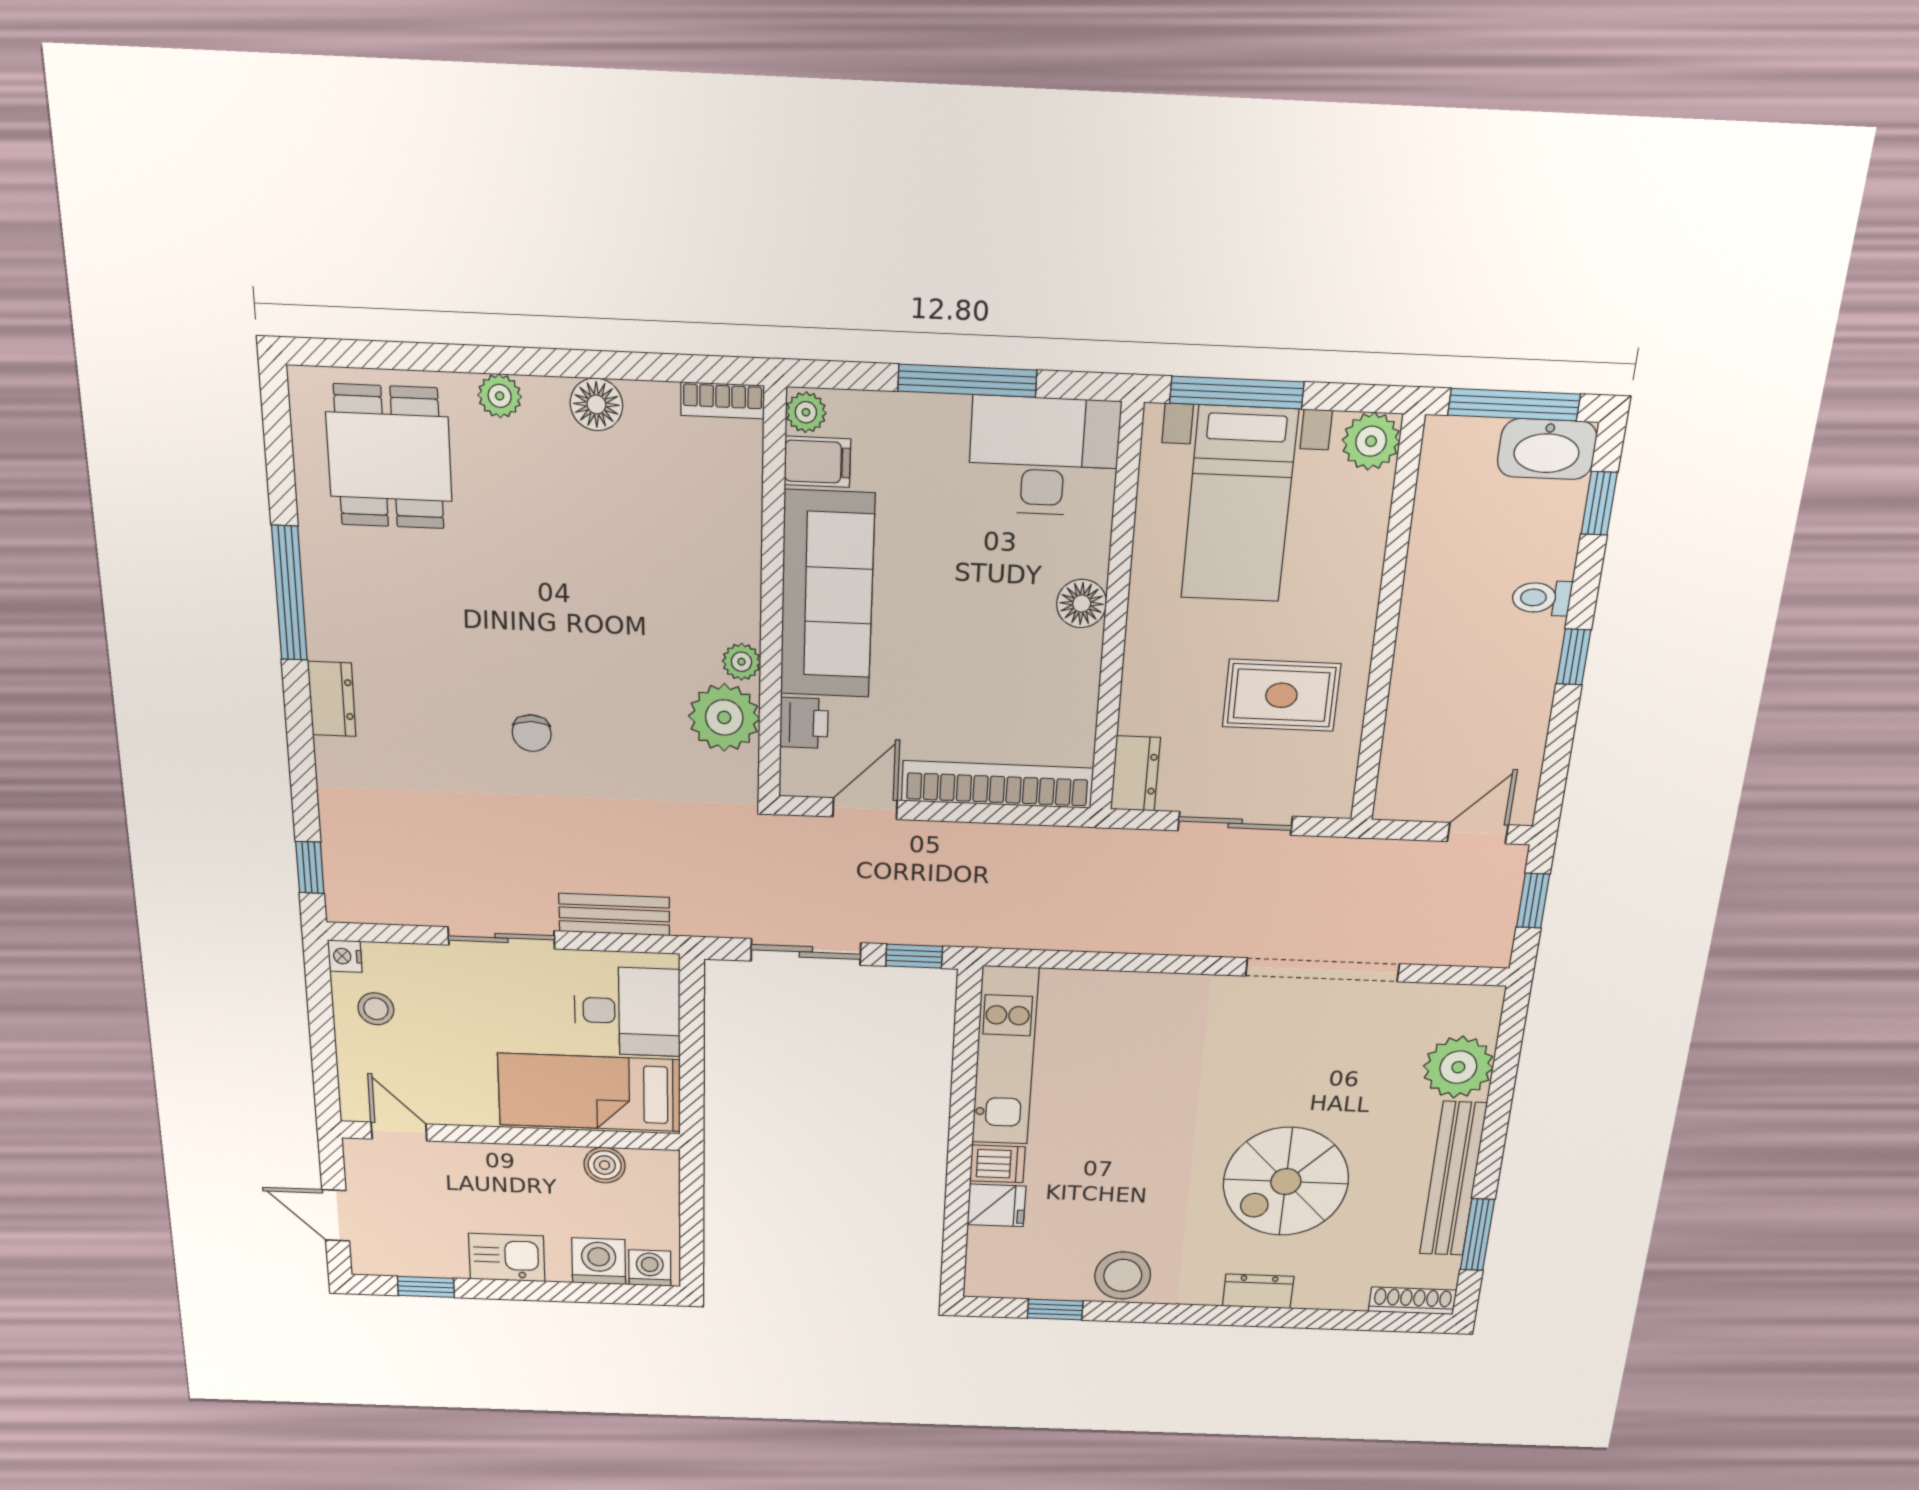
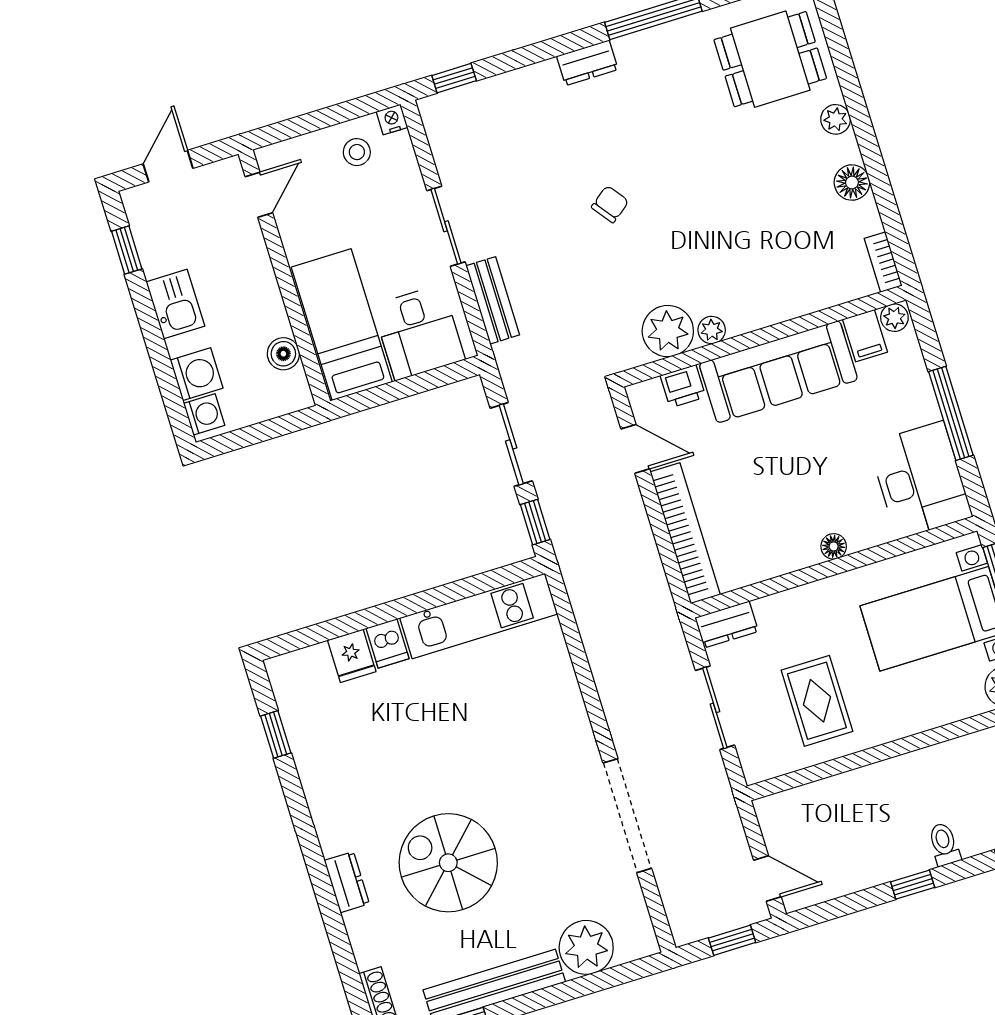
floor lamp: (1082, 604) -> (834, 546), width x0.73, depth x0.73
chair: (532, 733) -> (610, 204), turned 143
stool: (1123, 1275) -> (324, 774), removed

